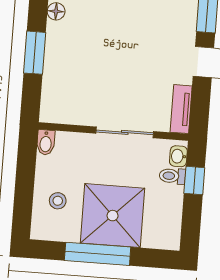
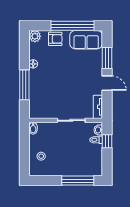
window: (35, 53) -> (24, 85), width x1.44
shower: (113, 216) -> (68, 161), removed
window: (98, 254) -> (78, 181), moved

